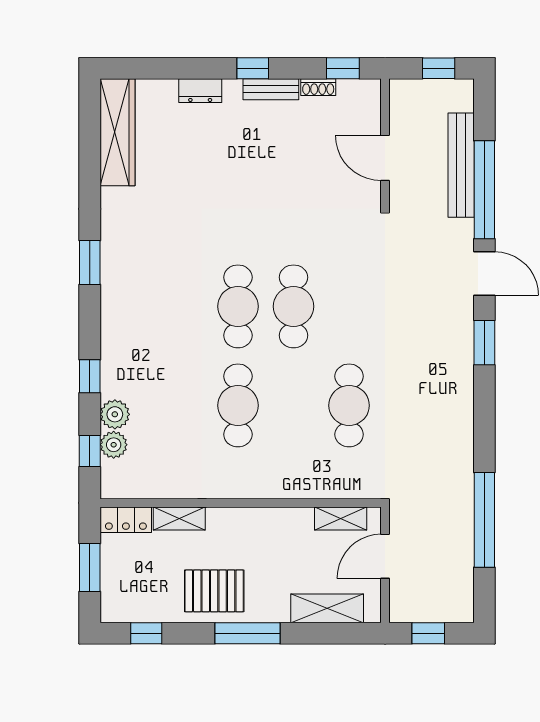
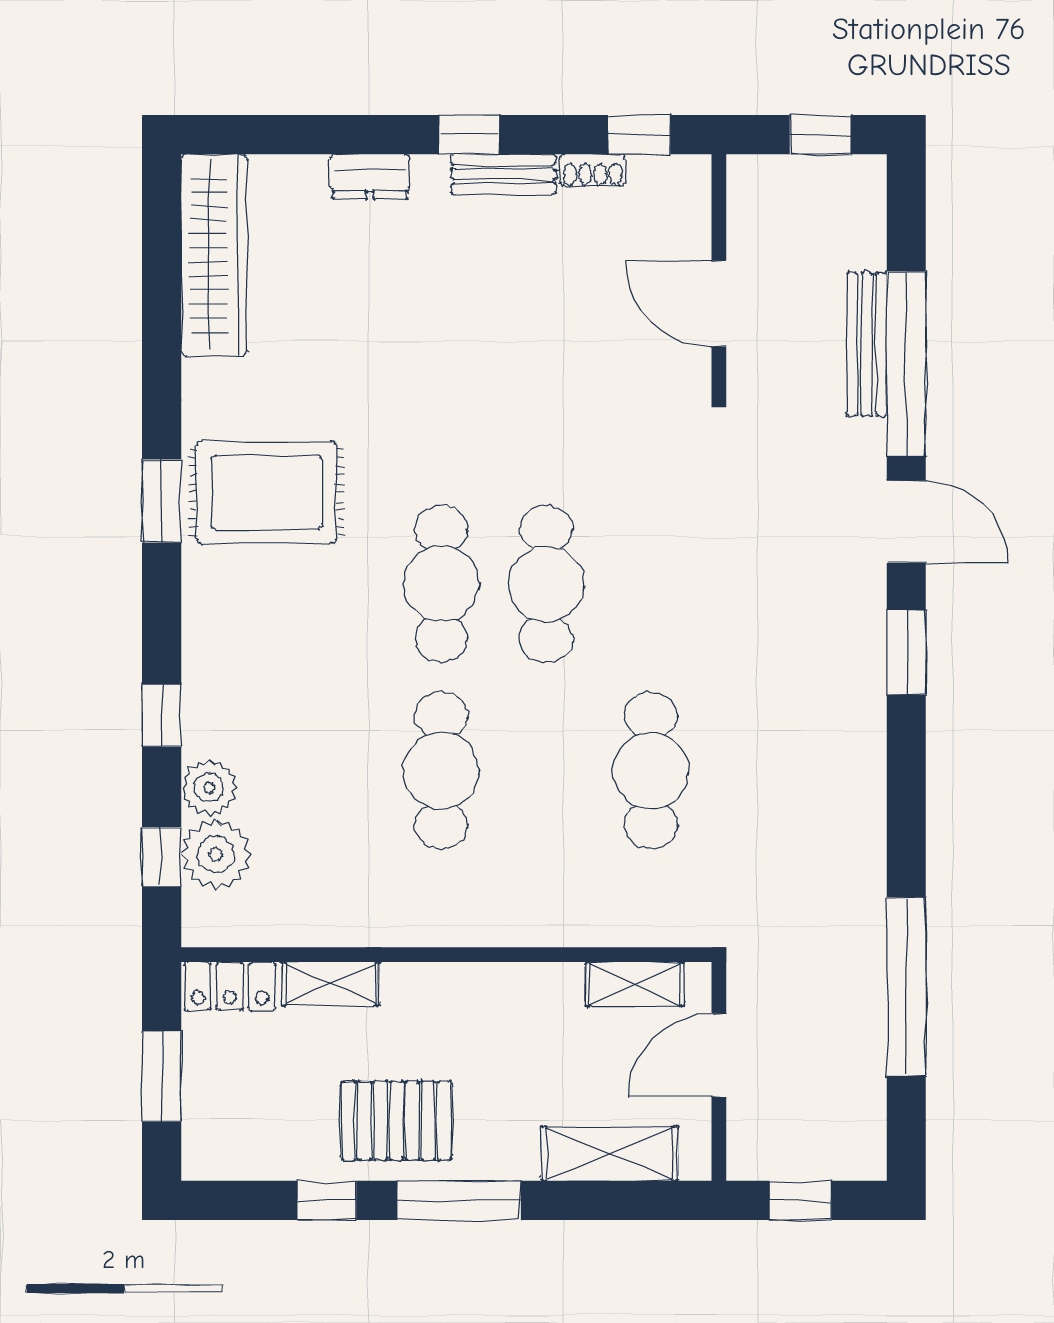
bench: (461, 165) -> (867, 344), width x0.73, depth x0.82
rug: (145, 258) -> (266, 492), added
plant: (114, 445) -> (216, 854), width x1.36, depth x1.36
window: (146, 633) -> (327, 1200), moved

